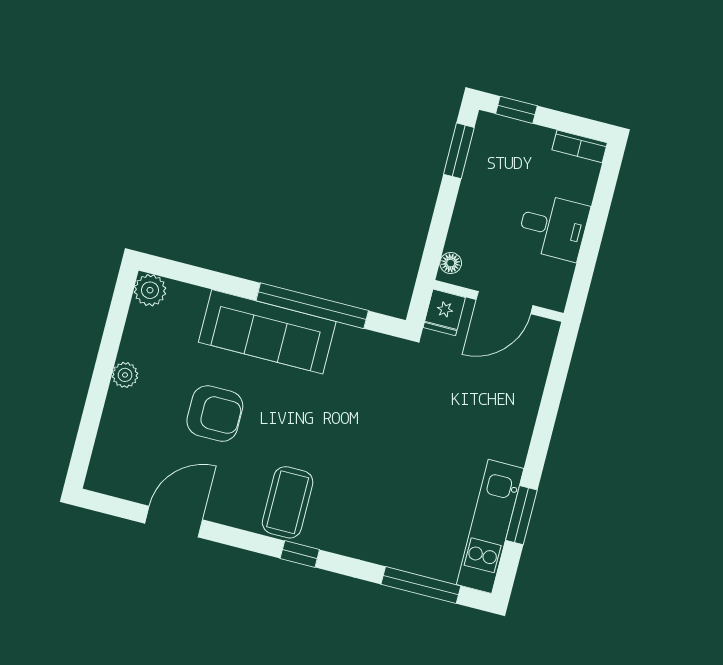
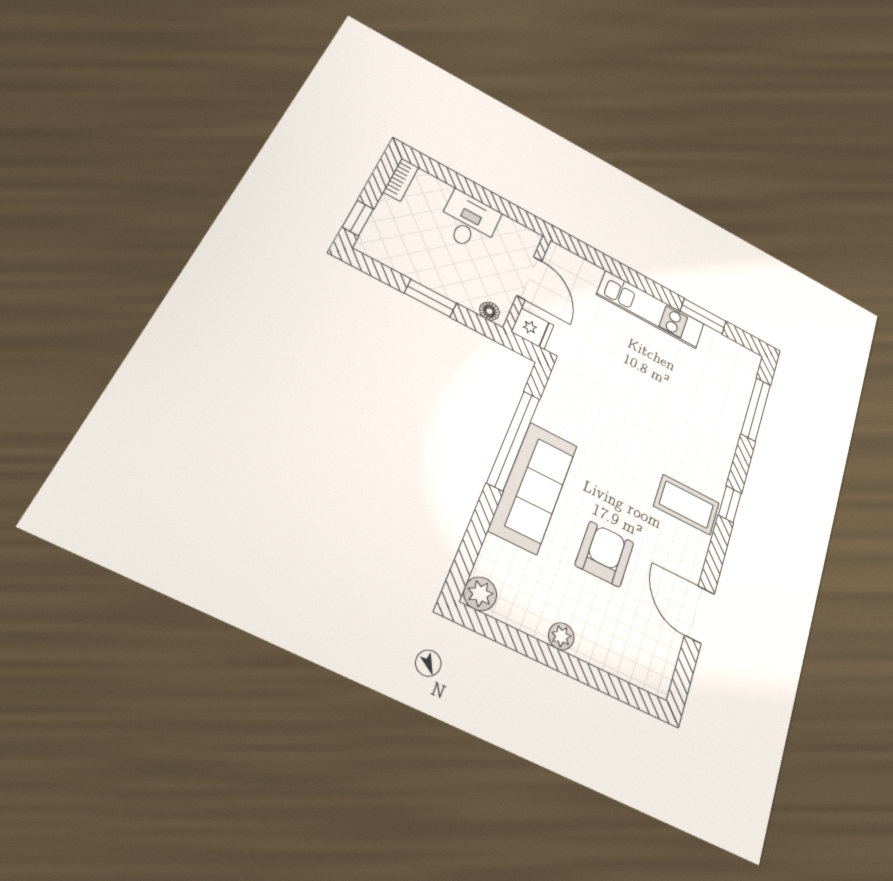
window: (459, 151) -> (430, 298), moved
kitchen unit: (490, 526) -> (651, 309), moved

